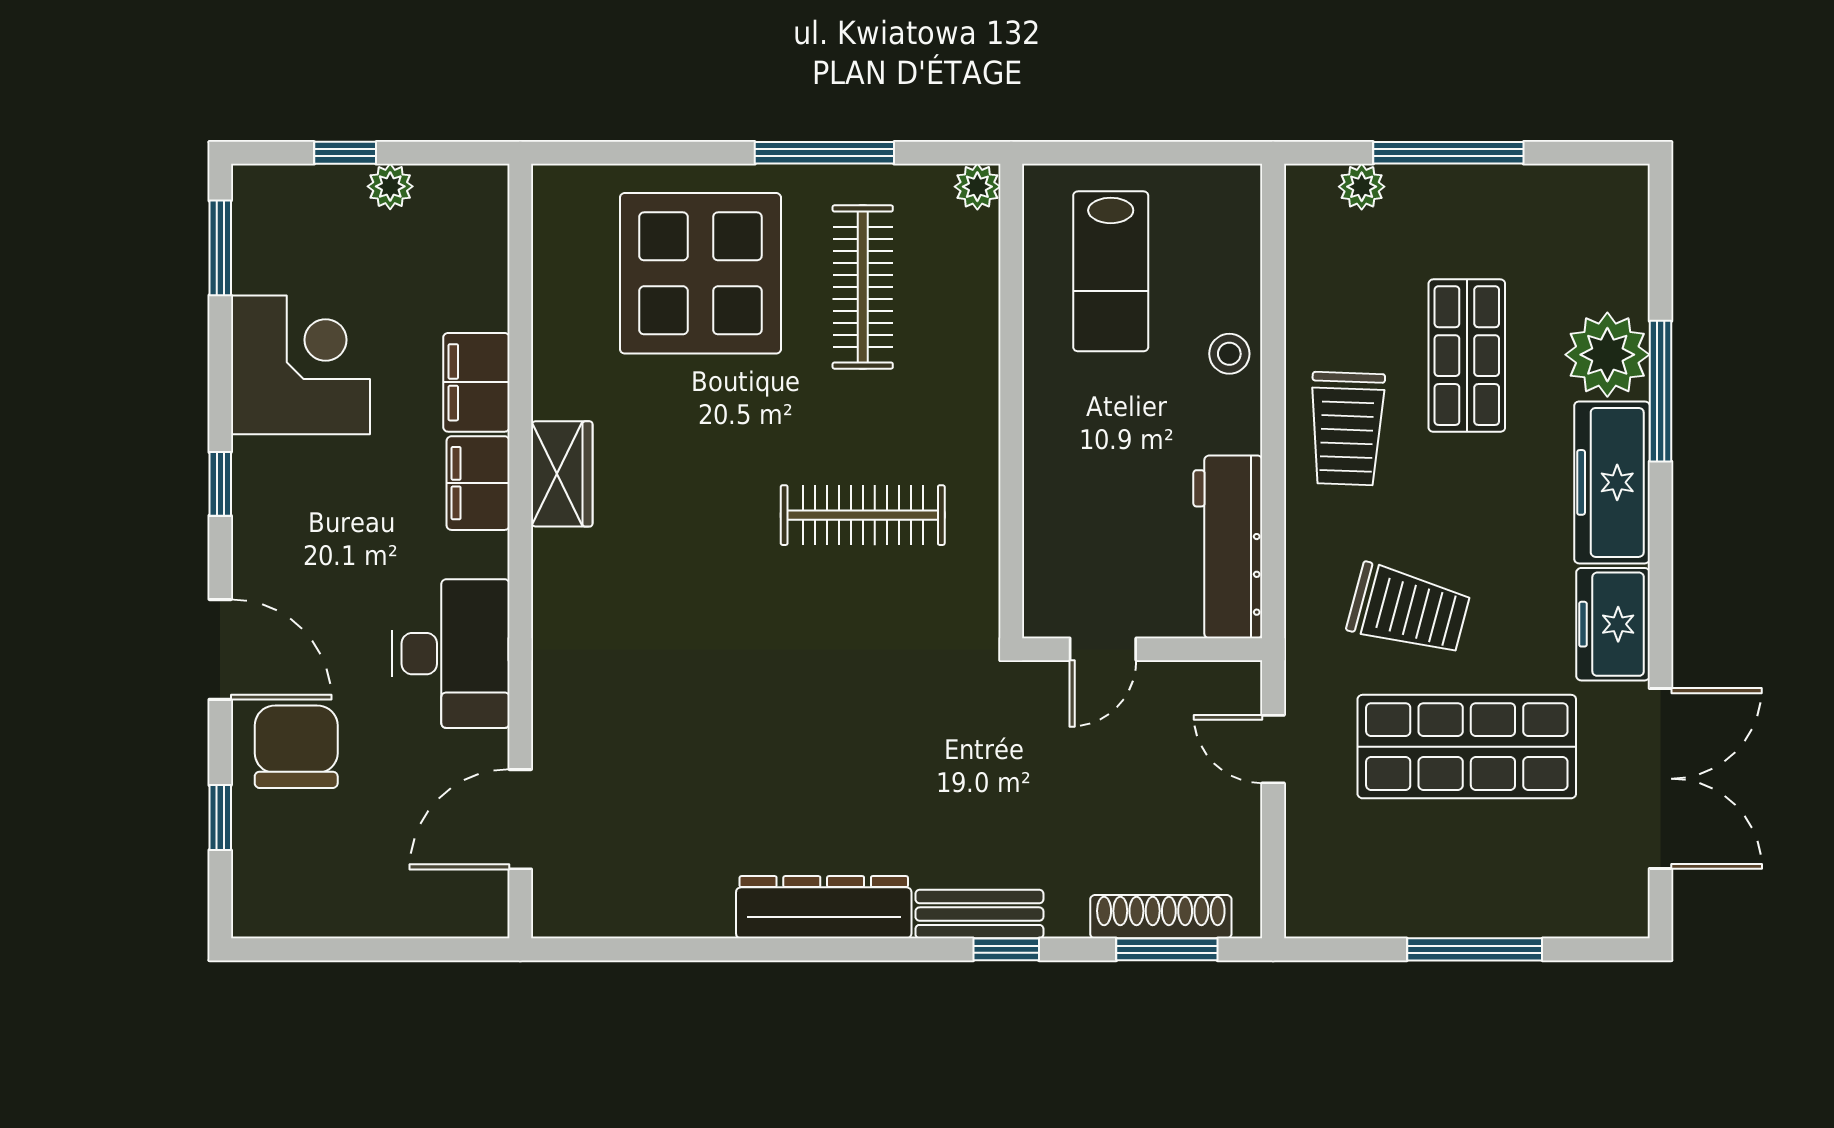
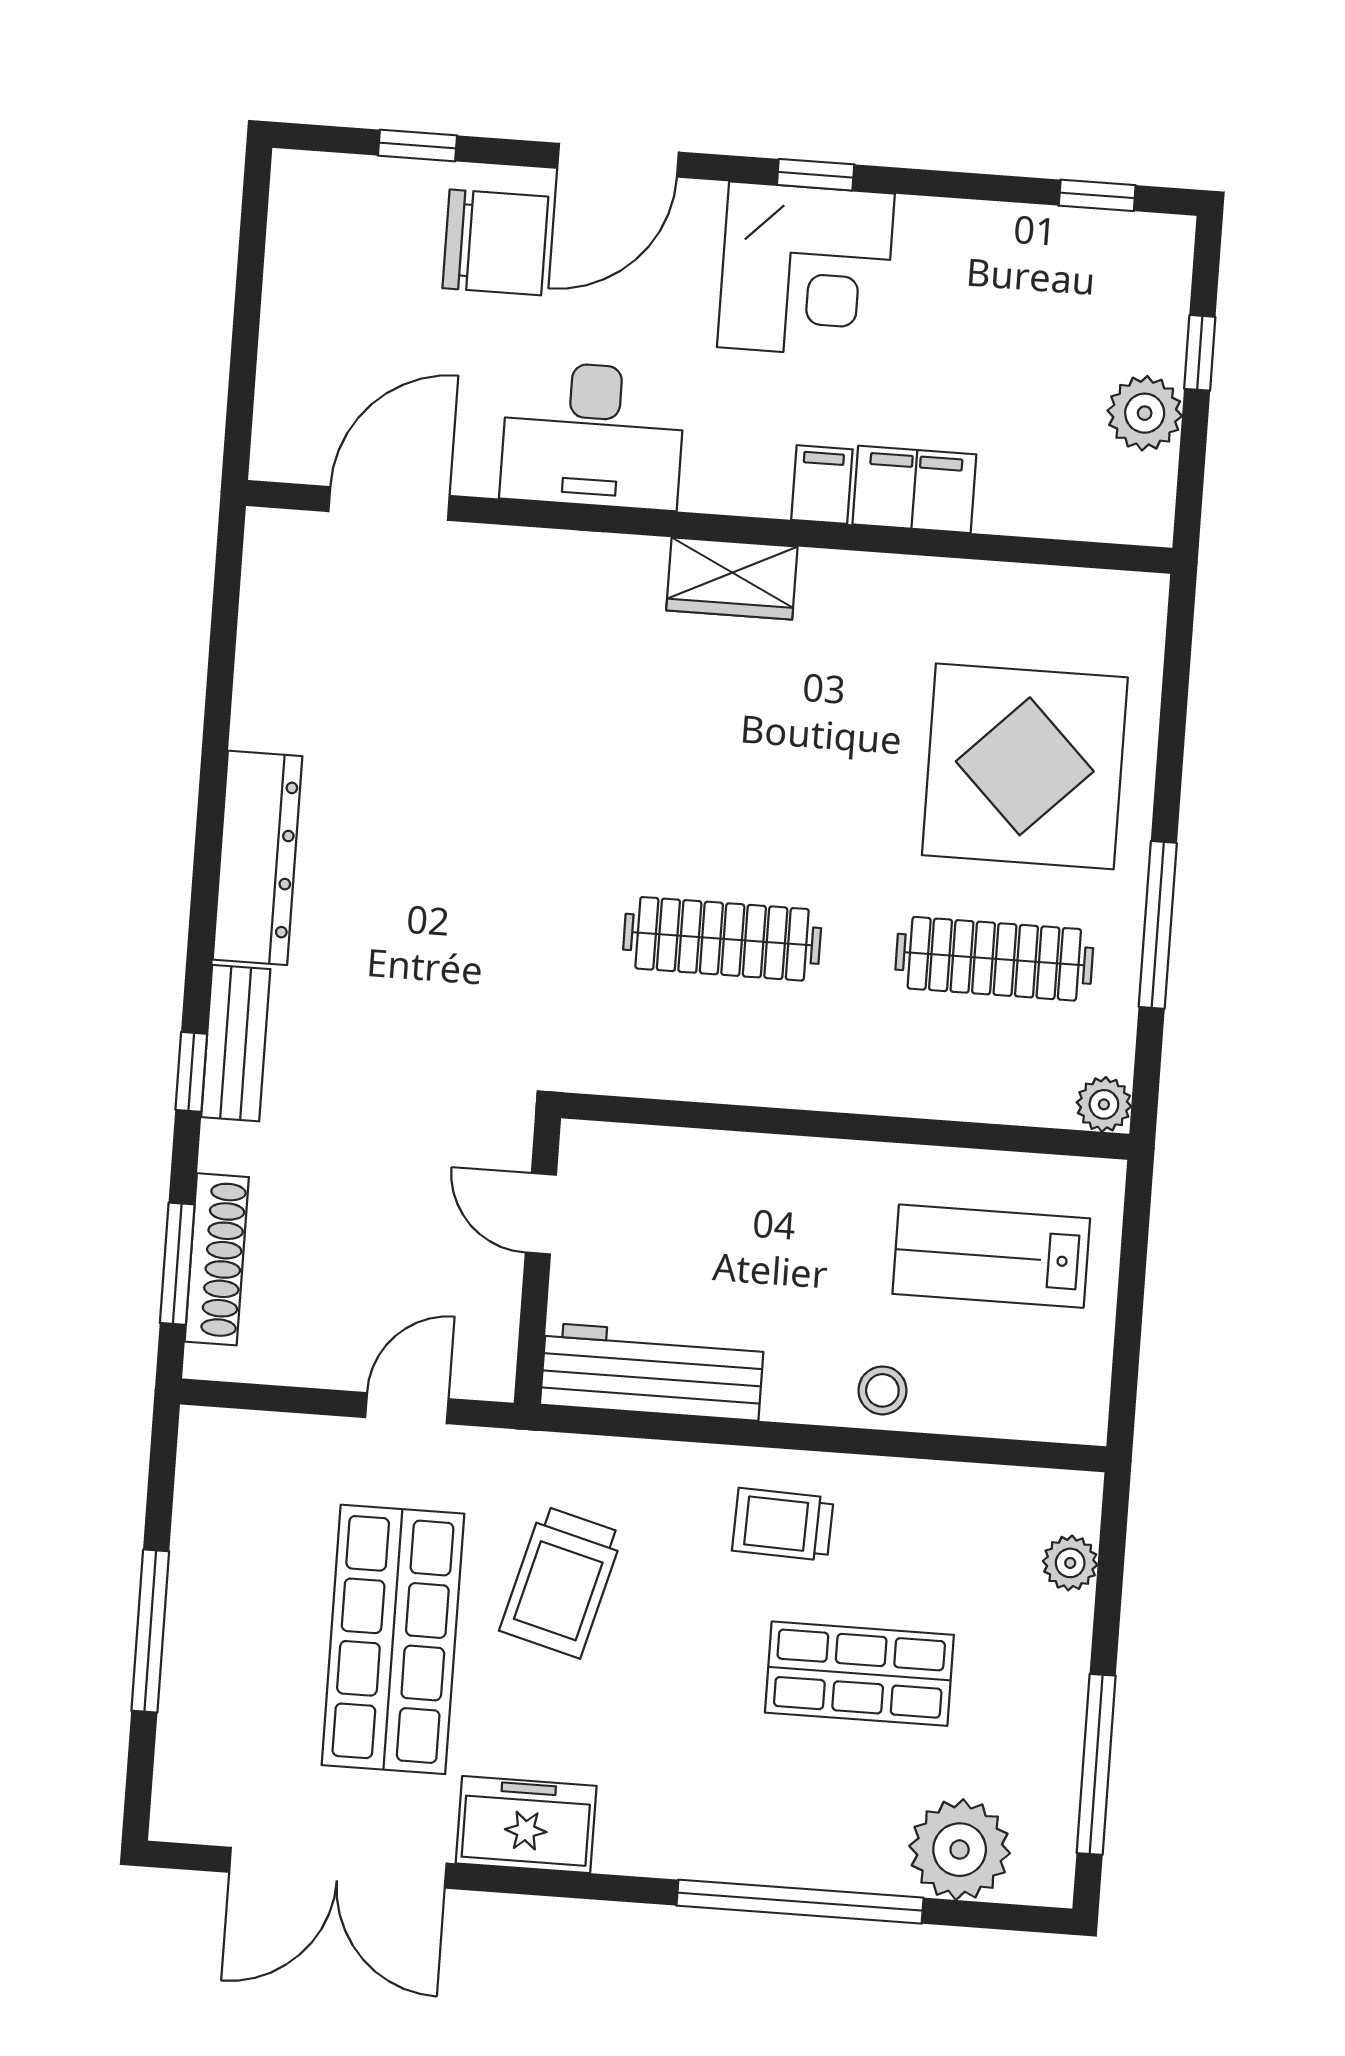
window: (1448, 153) -> (1096, 1764), moved
plant: (390, 186) -> (1145, 413), width x1.38, depth x1.38
window: (220, 248) -> (1097, 195), width x0.67
plant: (1607, 355) -> (960, 1850), moved
corner desk: (301, 365) -> (806, 270), moved
window: (1660, 391) -> (800, 1902), width x1.46
trolley: (1347, 429) -> (783, 1524), width x0.73, depth x0.72
wardrobe: (562, 474) -> (732, 578), moved
freezer: (1612, 482) -> (695, 1836), removed
filing cabinet: (478, 483) -> (822, 485), width x0.50
clothes rail: (863, 515) -> (722, 939), turned 90
door: (520, 819) -> (389, 503), hinge flipped

